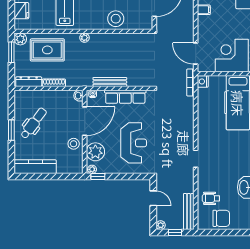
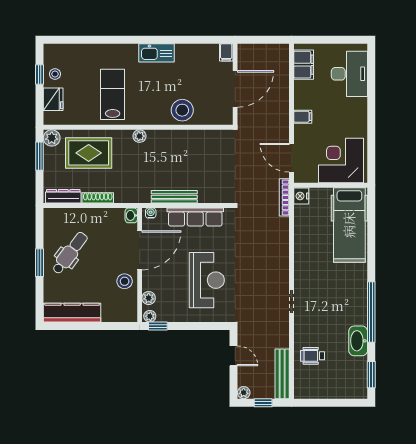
filing cabinet: (204, 10) -> (303, 117), moved
plant: (95, 152) -> (149, 298), width x0.53, depth x0.53
chair: (221, 218) -> (327, 383), removed

